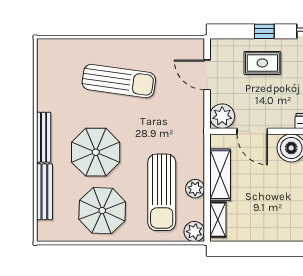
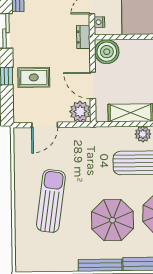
rug: (262, 63) -> (34, 77), turned 90
door: (252, 131) -> (93, 85), swing flipped

